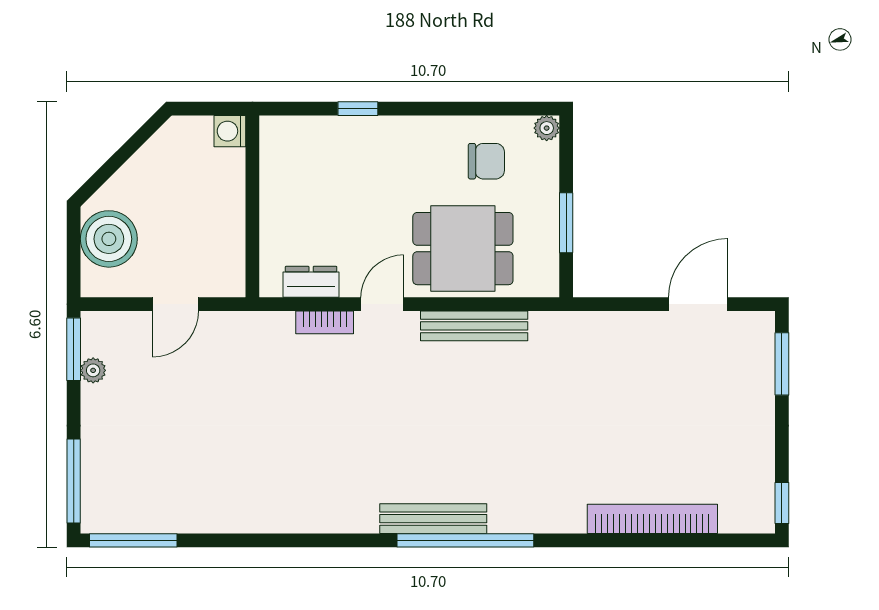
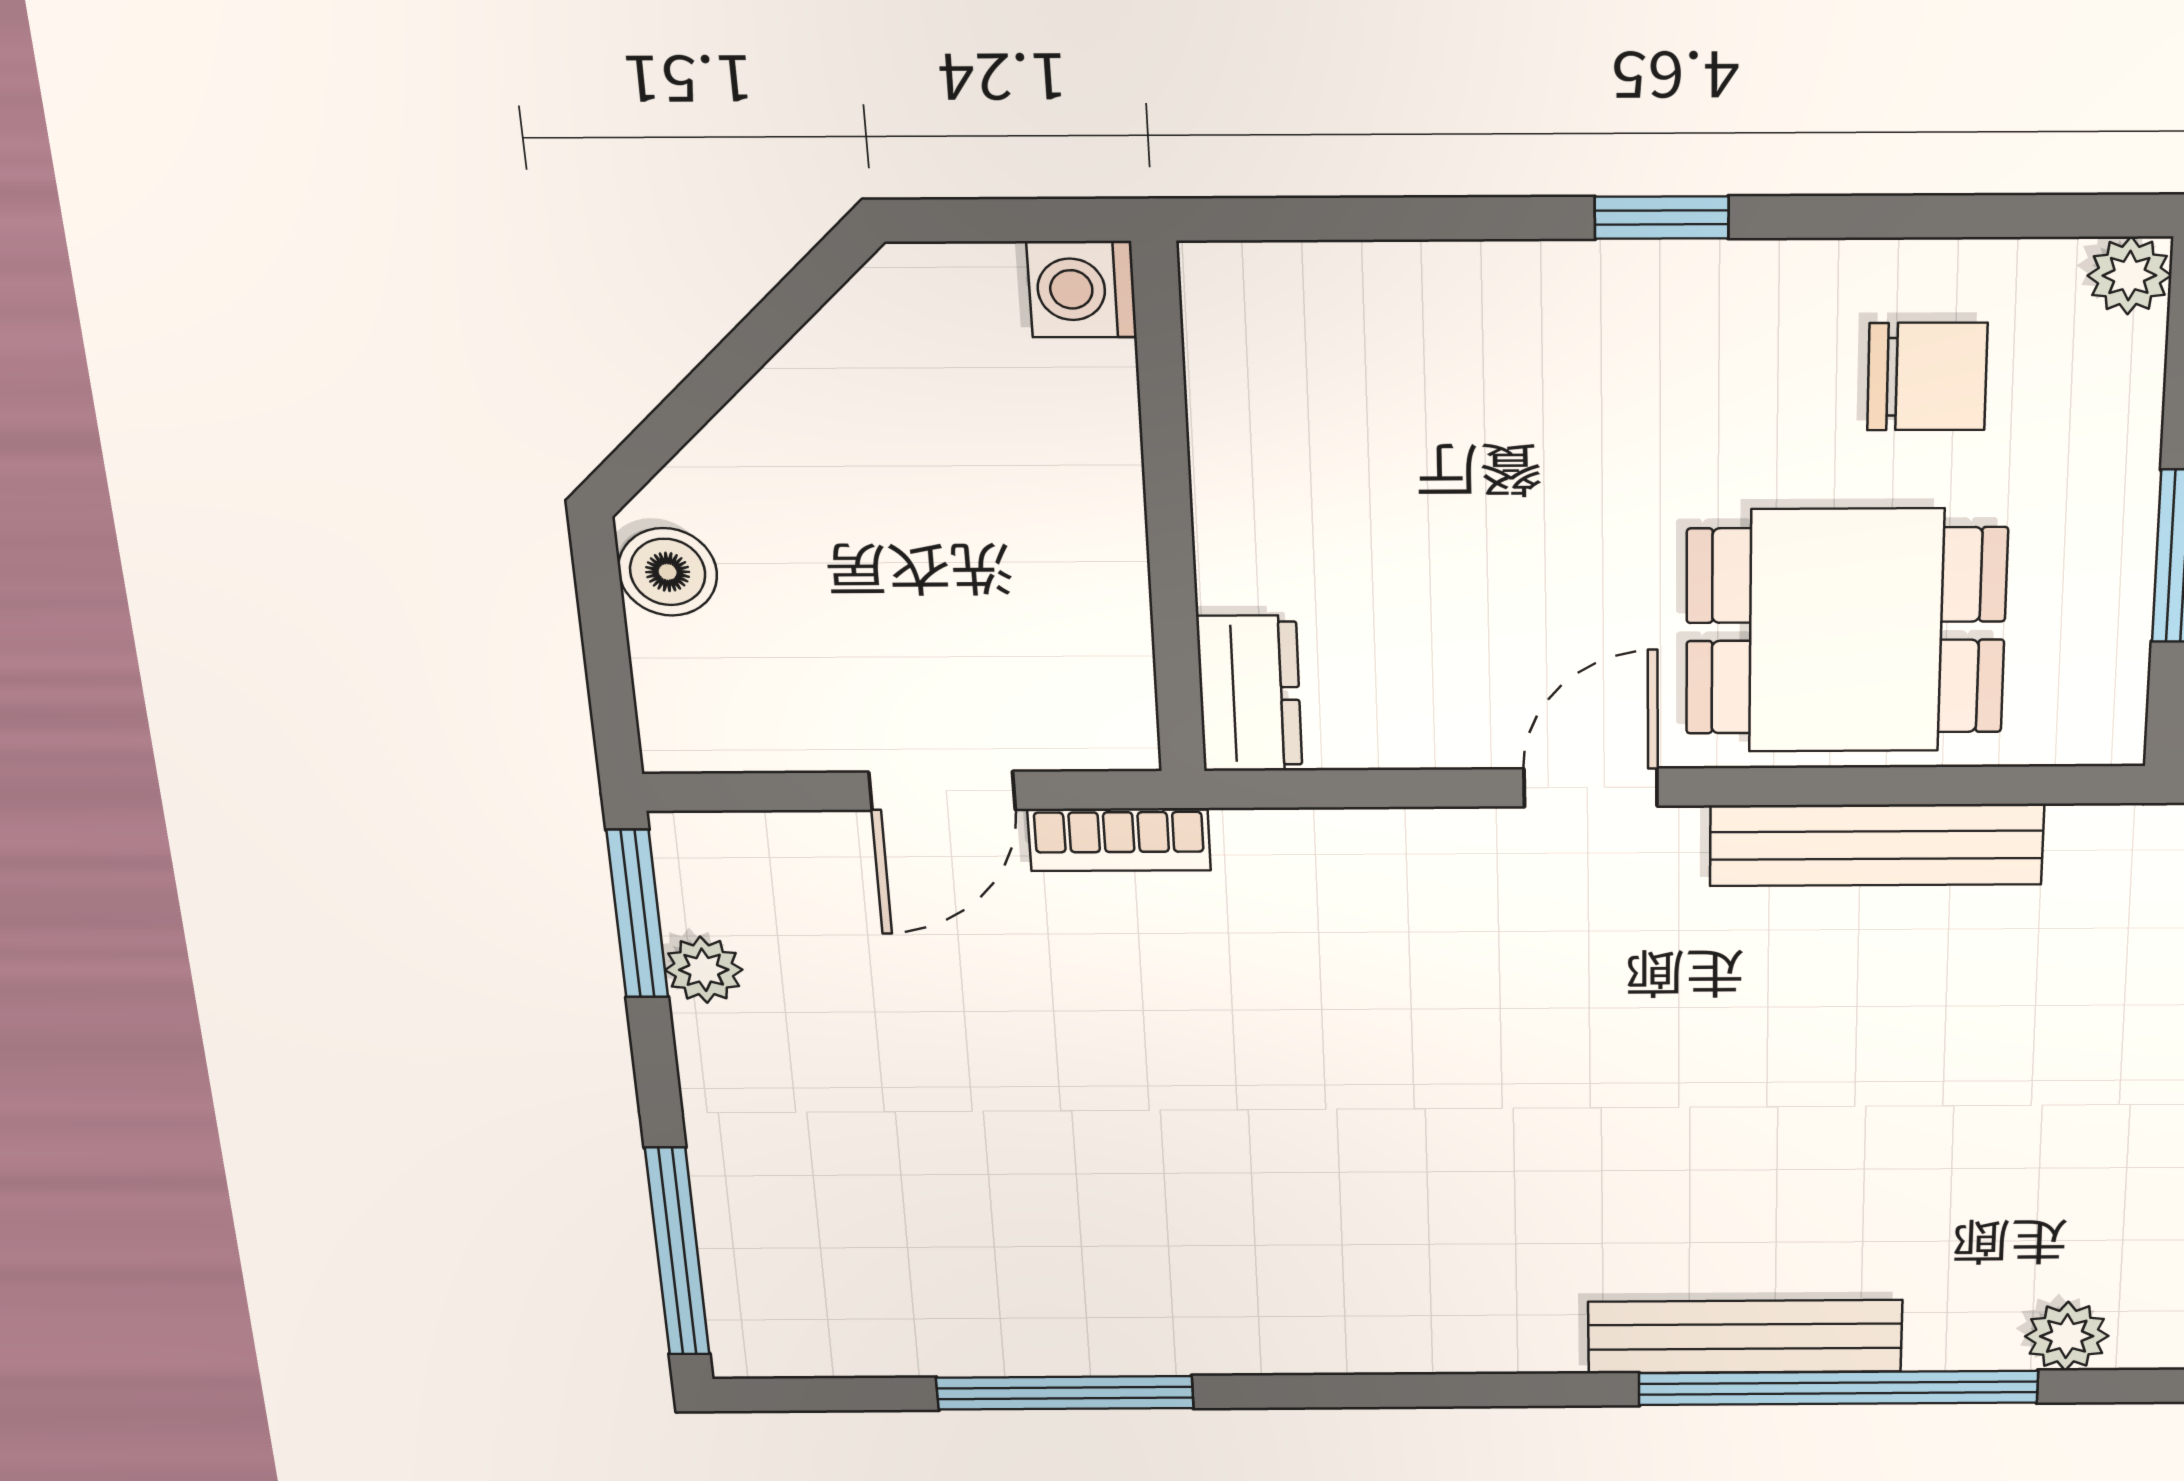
window: (358, 109) -> (1662, 218), moved
boiler: (109, 239) -> (668, 572), width x0.54, depth x0.54
dresser: (311, 282) -> (1250, 694), moved, turned 90
bookcase: (325, 322) -> (1119, 840), moved
plant: (543, 519) -> (2067, 1336), added
window: (133, 540) -> (1065, 1393), moved

